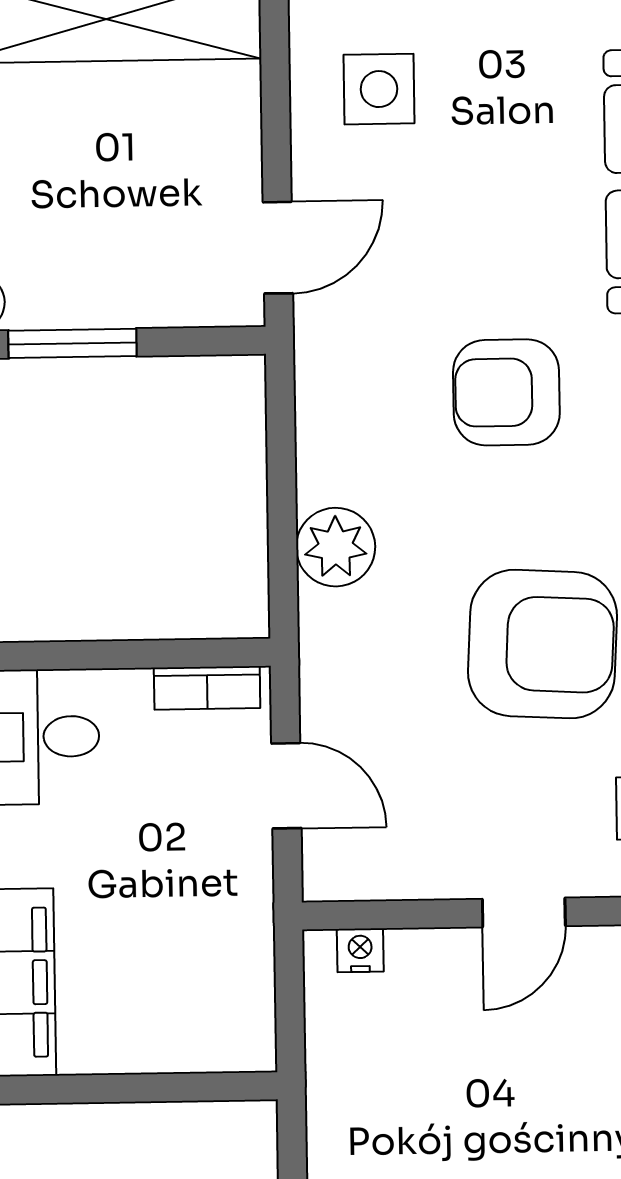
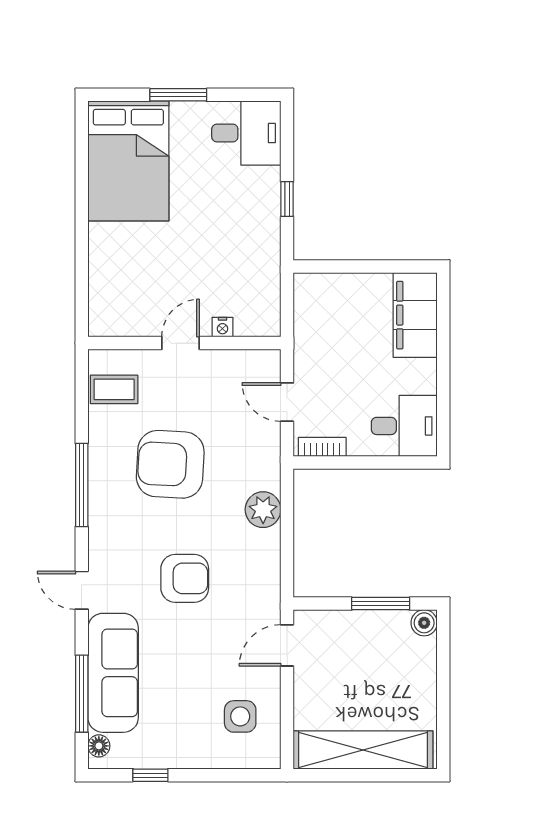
nightstand: (360, 950) -> (222, 327), moved

